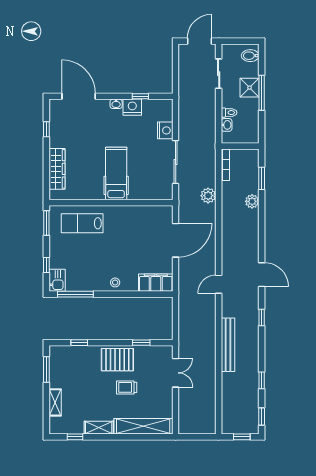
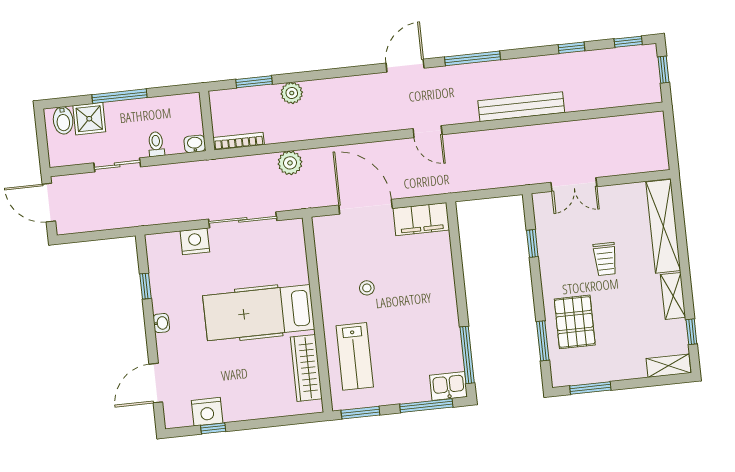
sliding door: (219, 74) -> (117, 165), moved
shower: (250, 88) -> (89, 119), moved
door: (79, 96) -> (156, 383), width x0.73
nightstand: (132, 107) -> (207, 412), moved, turned -90
washbasin: (227, 125) -> (195, 144), moved
wardrobe: (57, 169) -> (306, 368), moved, turned -90
hospital bed: (116, 174) -> (259, 313), width x1.37, depth x1.29
window: (46, 265) -> (426, 406), width x2.17
stool: (115, 282) -> (367, 288), moved
filing cabinet: (156, 283) -> (421, 219), moved, turned -90
window: (262, 317) -> (472, 58), width x2.17
window: (79, 343) -> (543, 341), width x1.50
pallet: (117, 360) -> (575, 322), moved
double door: (176, 373) -> (574, 184), swing flipped
shelving: (55, 402) -> (668, 366), moved

